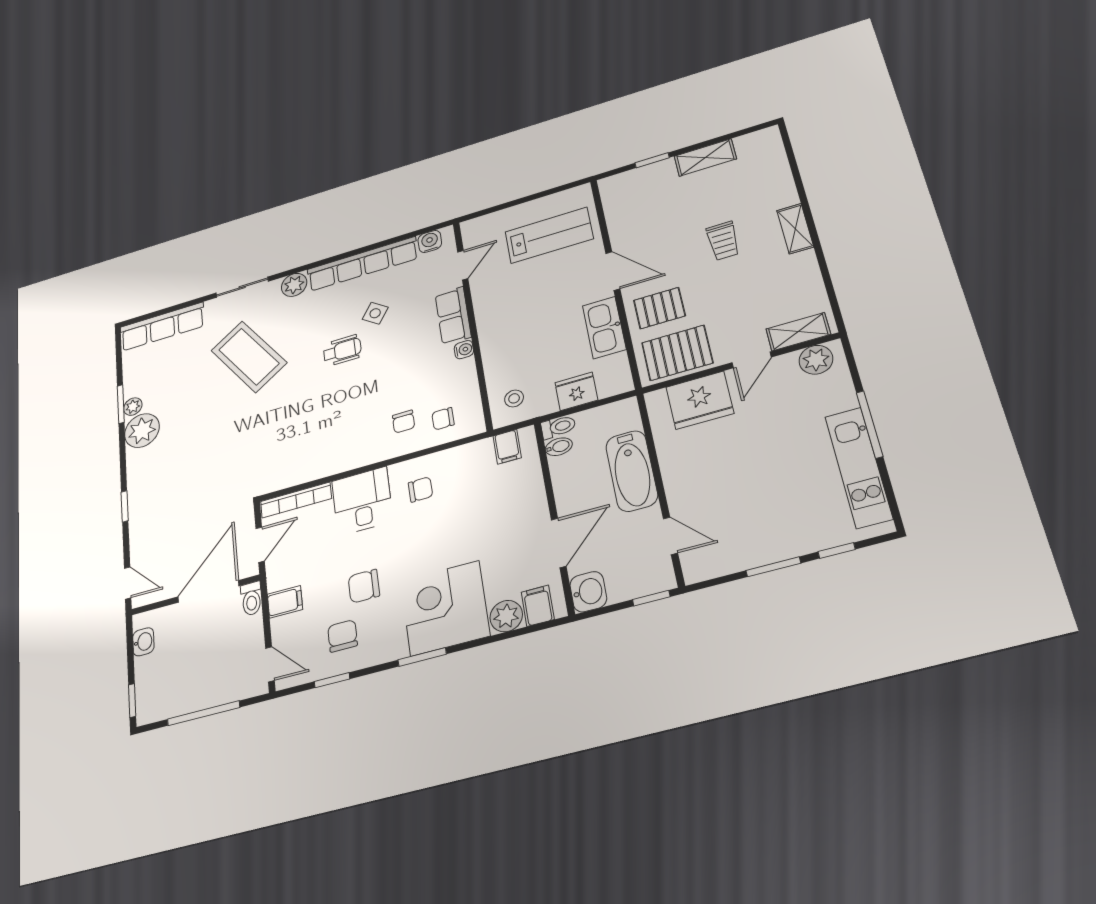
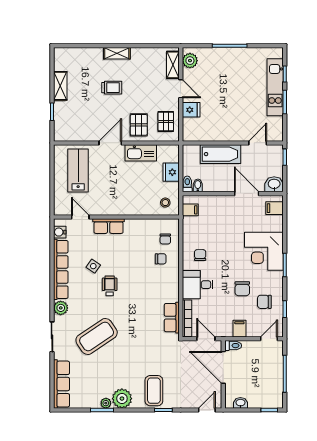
water cooler: (464, 350) -> (130, 223), removed
pallet: (677, 353) -> (166, 121), width x0.67, depth x0.71
fridge: (700, 400) -> (191, 110), width x0.53, depth x0.75
kitchen unit: (859, 467) -> (275, 87), moved, turned 90
row of seats: (295, 473) -> (172, 318), added
coffee table: (159, 480) -> (154, 391), added
plant: (506, 616) -> (276, 223), removed

